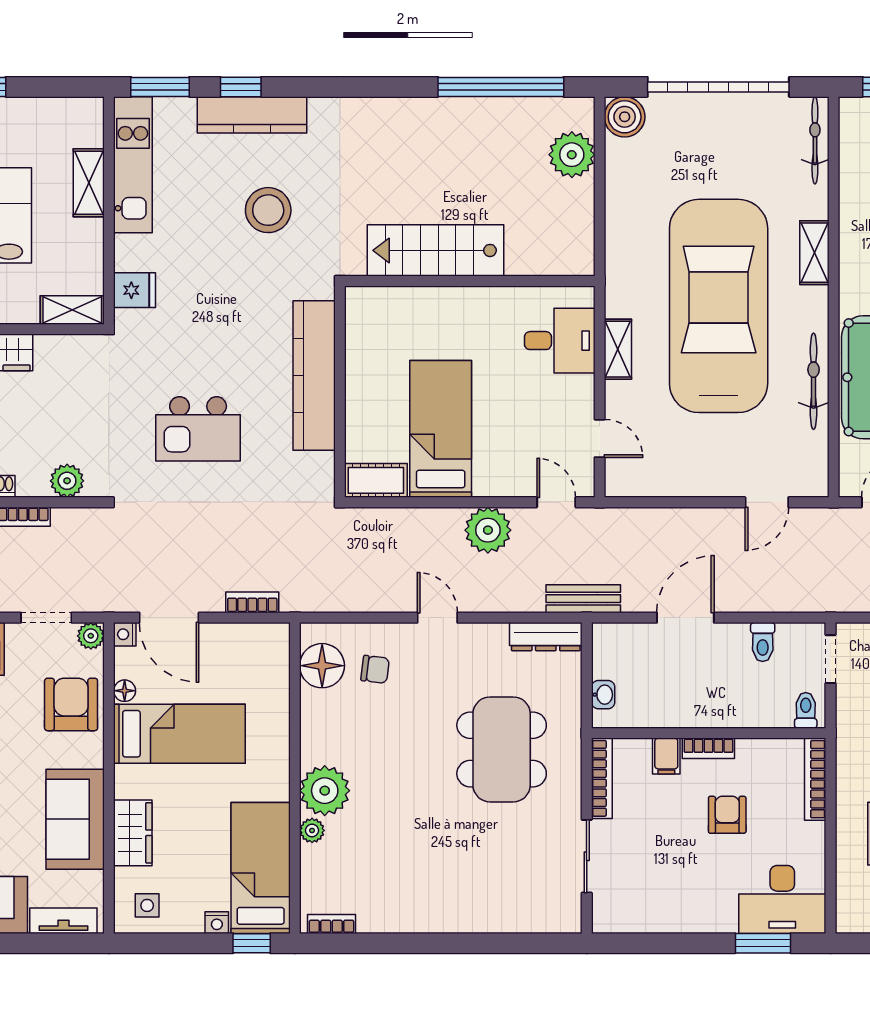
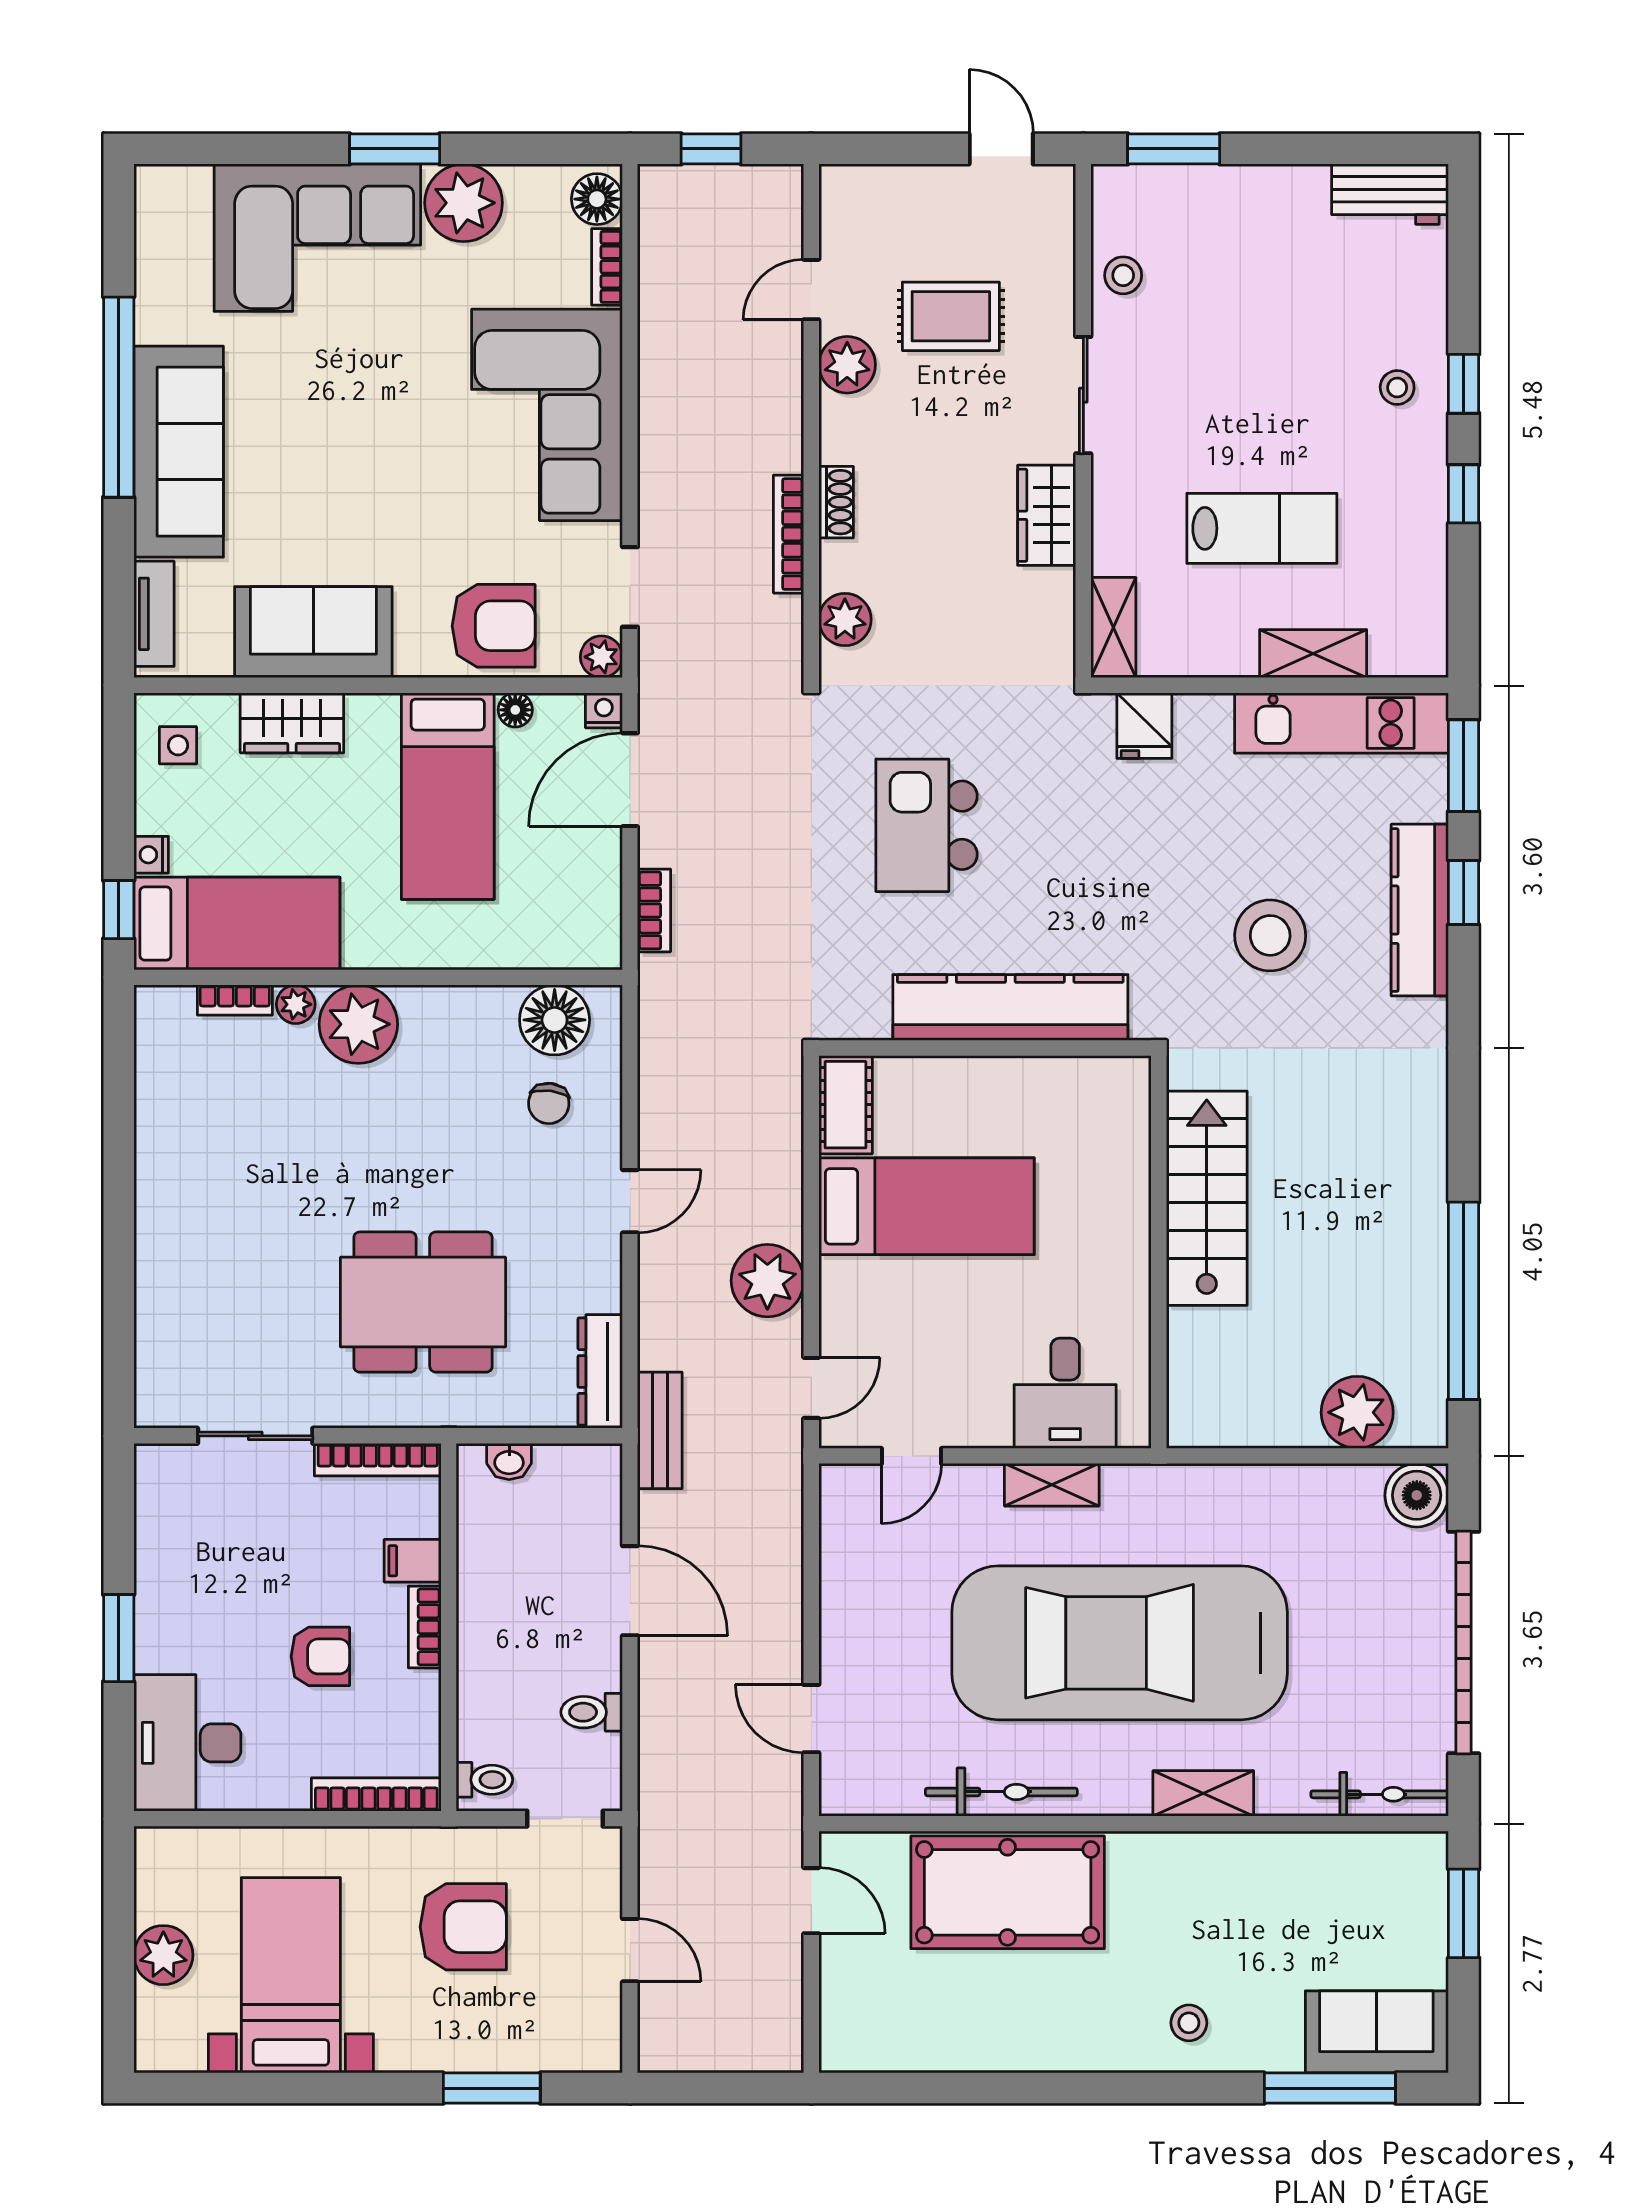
car: (719, 306) -> (1120, 1643), turned 180
bookcase: (331, 924) -> (235, 1000), moved, turned 90
window: (763, 943) -> (119, 1638), moved

